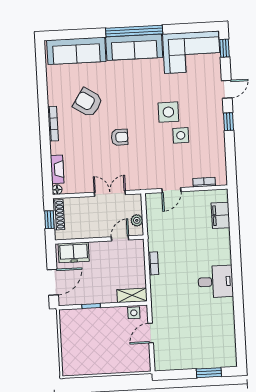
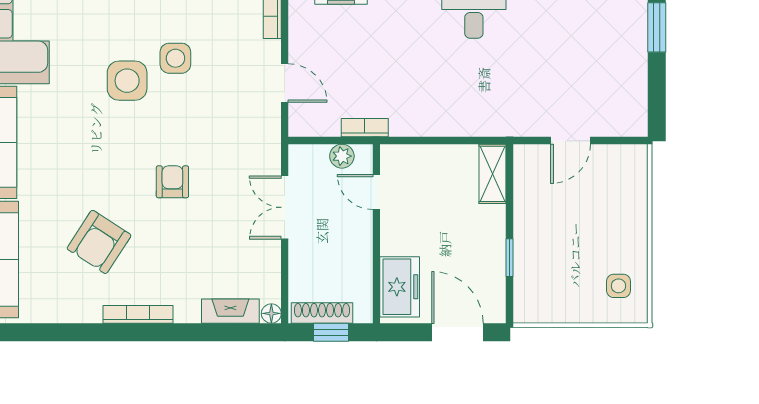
bookcase: (153, 263) -> (365, 128), moved
side table: (134, 313) -> (618, 286), moved
door: (151, 333) -> (571, 141), hinge flipped

